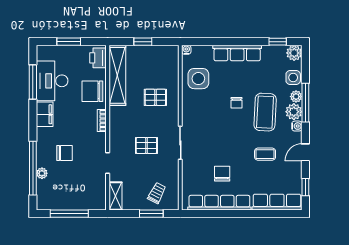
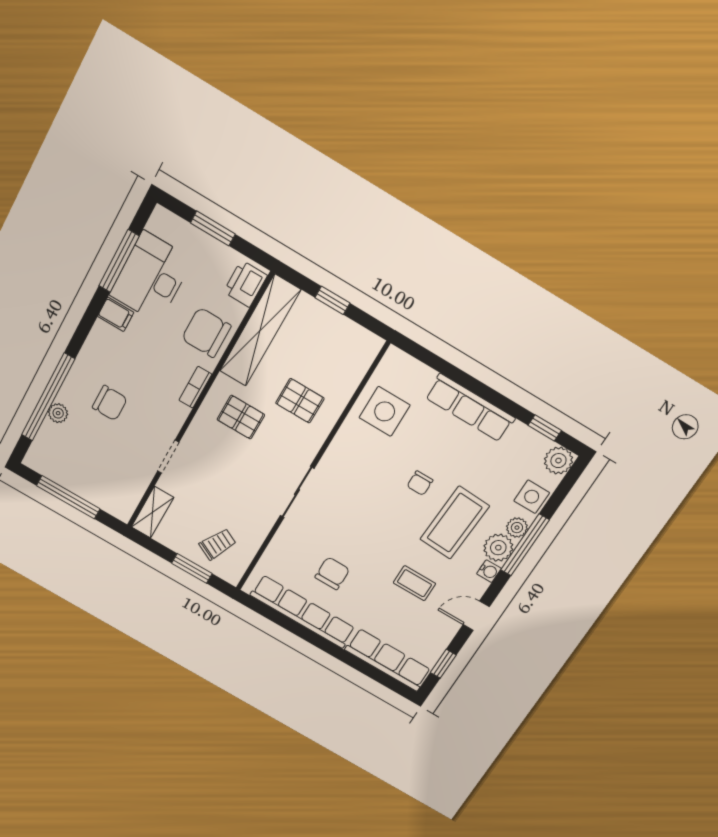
water cooler: (186, 50) -> (394, 355), removed
filing cabinet: (45, 114) -> (116, 314), width x0.50
pallet: (146, 145) -> (241, 417), moved

